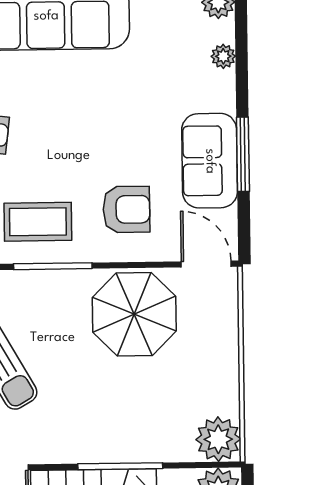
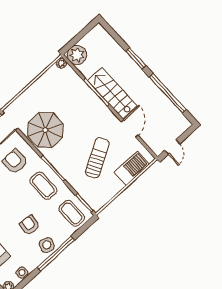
plant: (218, 439) -> (61, 63), width x0.53, depth x0.53

